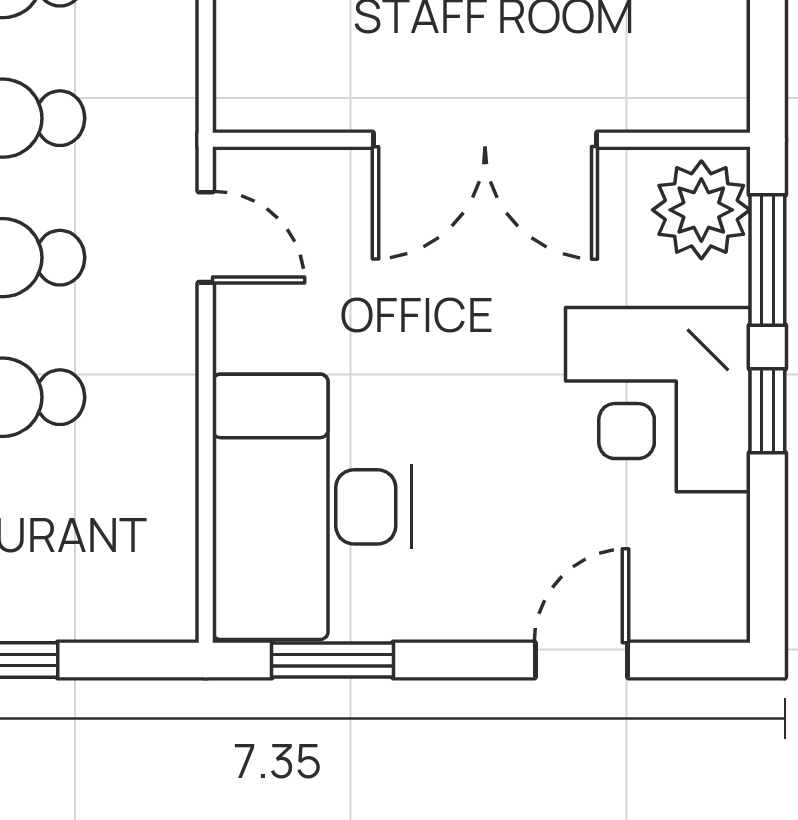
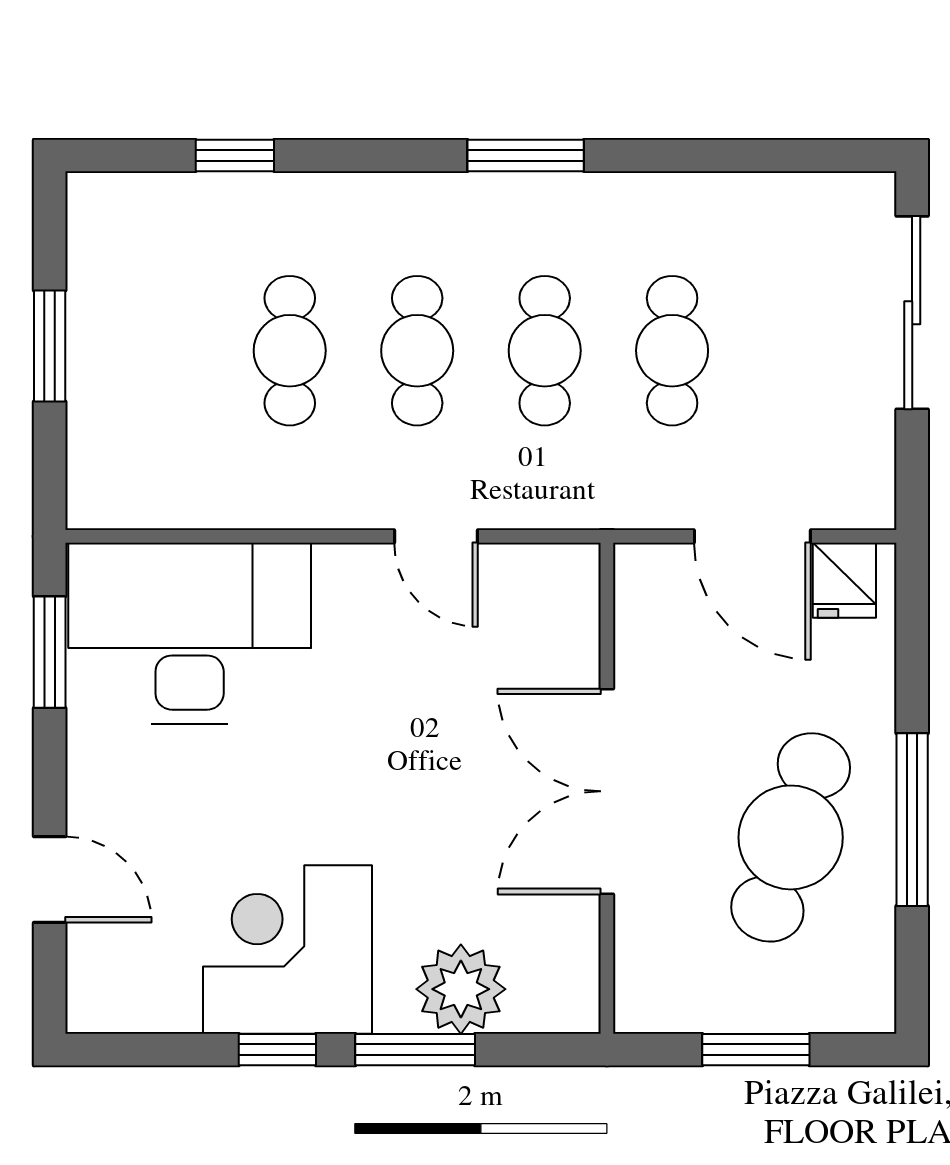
wall: (481, 140) -> (607, 788), moved
double door: (485, 140) -> (607, 791), moved
door: (206, 237) -> (436, 536), hinge flipped

